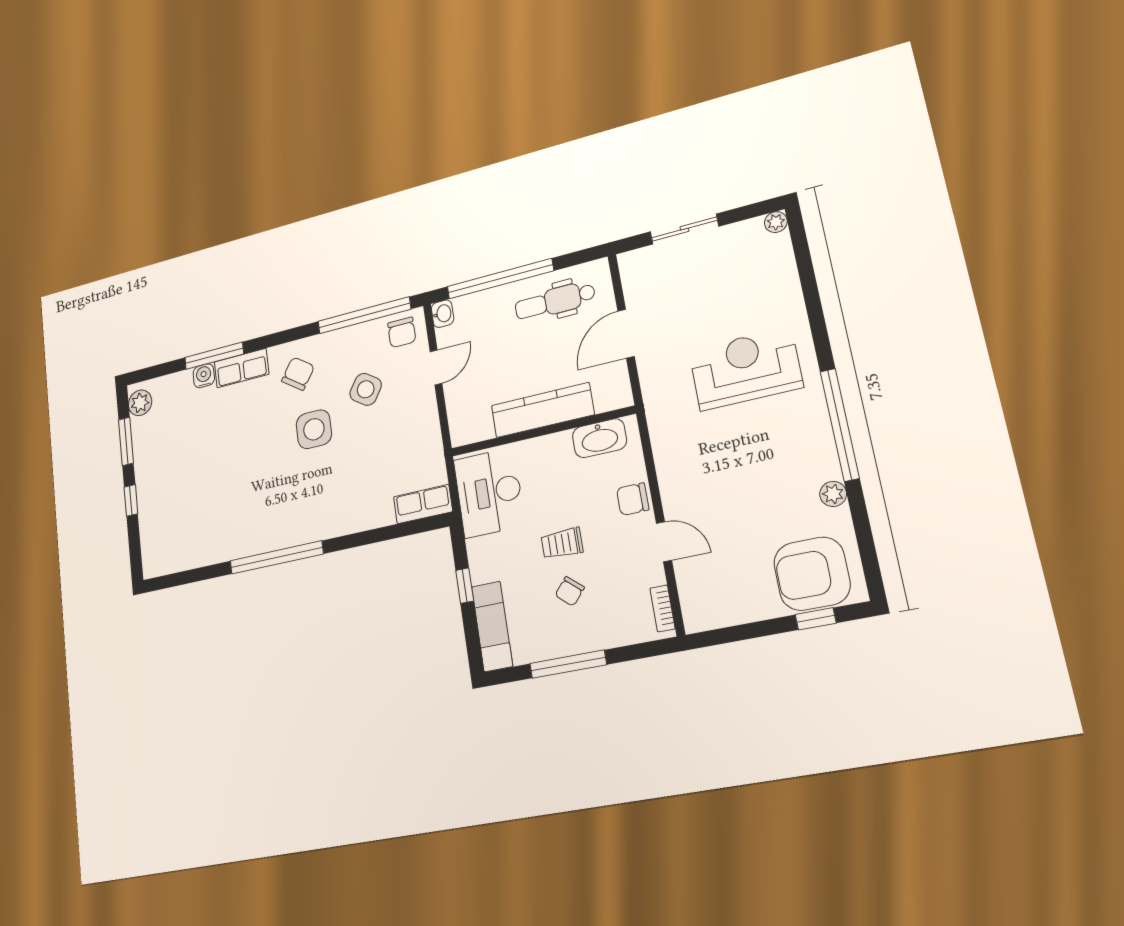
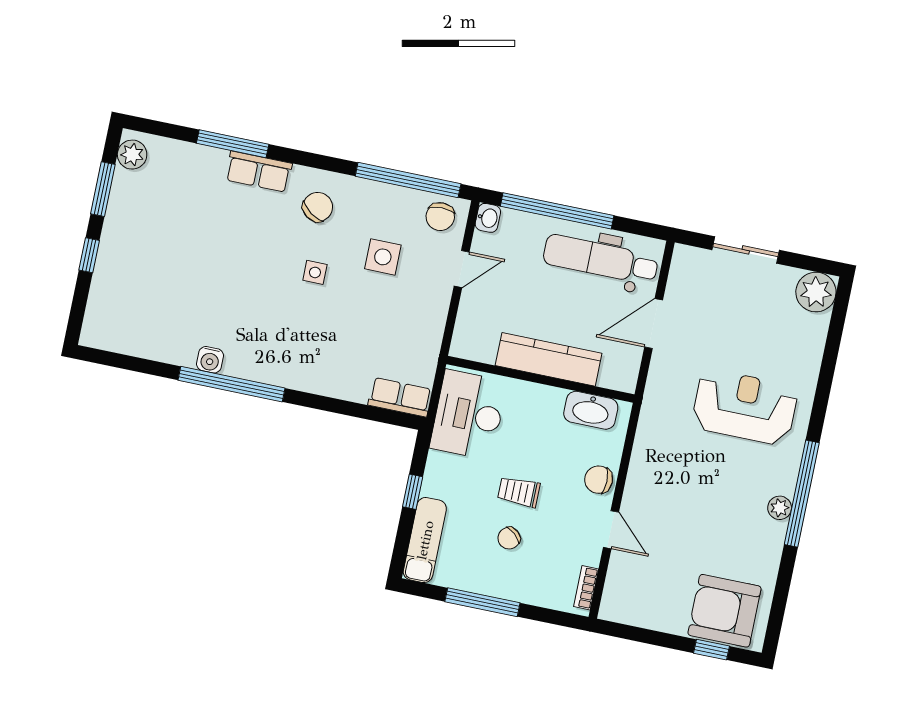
plant: (776, 222) -> (816, 292), width x1.87, depth x1.87
dental chair: (555, 301) -> (601, 259), width x1.36, depth x1.38
water cooler: (204, 376) -> (210, 360), moved, turned 180
side table: (366, 389) -> (383, 257), turned -34
side table: (314, 429) -> (315, 272), width x0.54, depth x0.54
plant: (833, 494) -> (780, 508), moved

